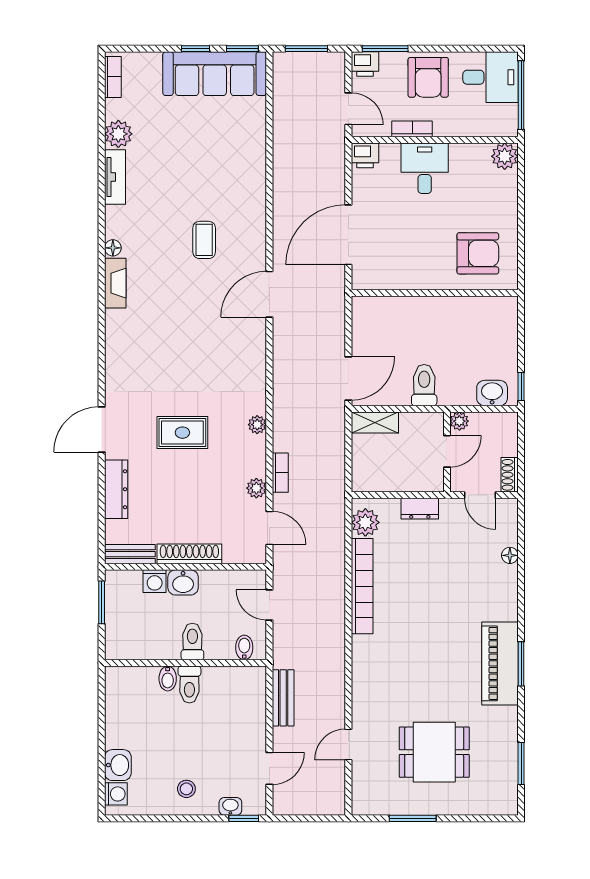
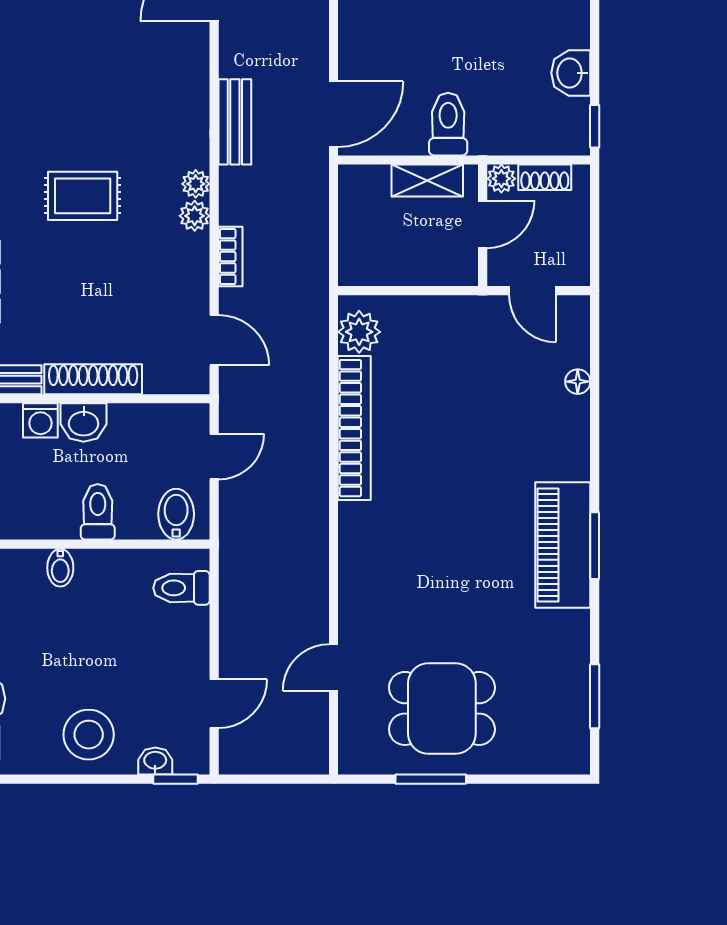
washbasin: (492, 393) -> (571, 73), moved, turned -90
shelving: (375, 422) -> (427, 181), moved
shoe rack: (510, 475) -> (545, 177), moved, turned -90
plant: (256, 488) -> (195, 216), moved
dresser: (420, 509) -> (442, 311), removed
door: (269, 605) -> (214, 457), swing flipped
bidet: (244, 648) -> (176, 514), width x1.38, depth x1.36
toilet: (189, 684) -> (182, 588), moved, turned 90
bench: (283, 698) -> (235, 122), moved
dining table: (434, 752) -> (442, 708), moved
stool: (186, 789) -> (89, 735), width x1.89, depth x1.89

